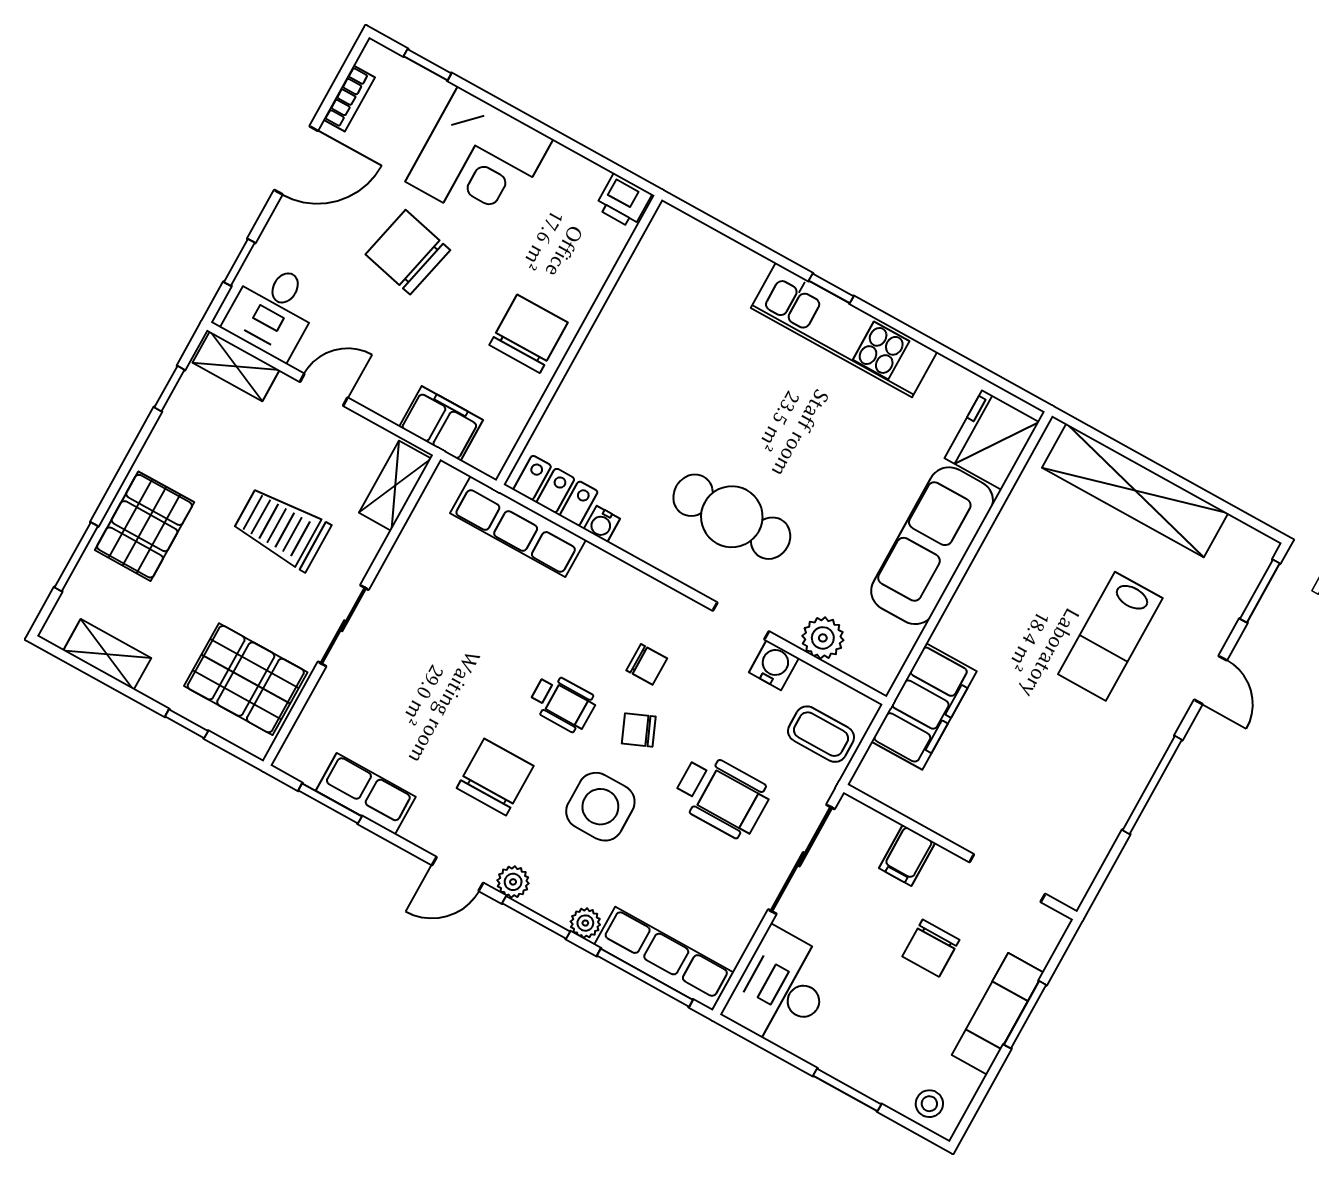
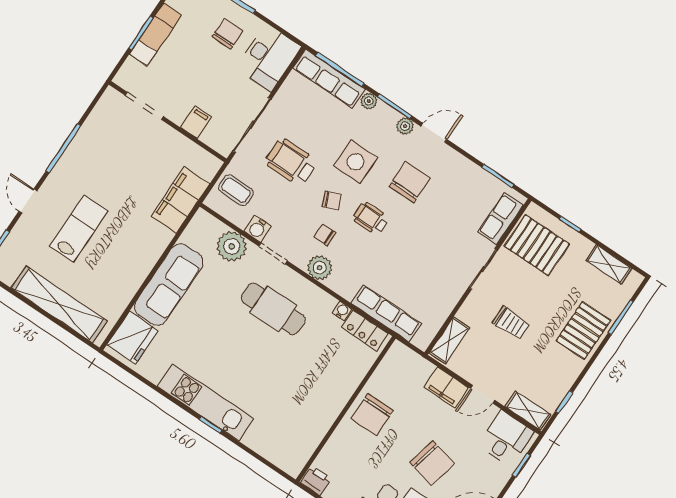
filing cabinet: (441, 423) -> (446, 387), moved
trolley: (282, 529) -> (511, 323), width x0.73, depth x0.72
plant: (651, 602) -> (320, 268), added
plant: (823, 638) -> (232, 246), width x1.36, depth x1.36
chair: (495, 777) -> (410, 182), turned 180
row of seats: (366, 794) -> (500, 219), moved, turned 90
chair: (931, 948) -> (227, 34), moved

